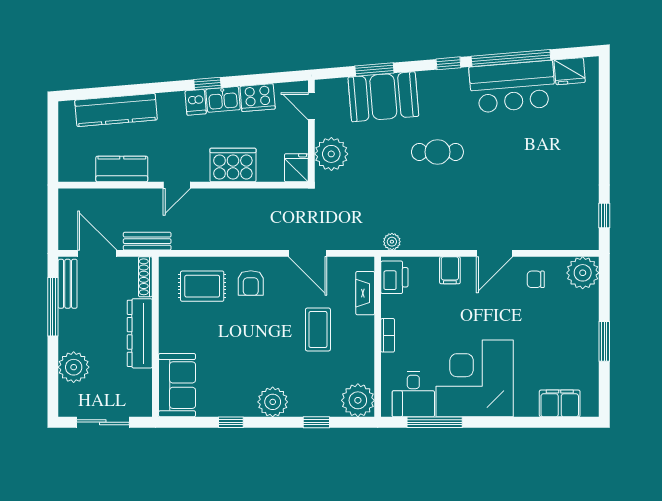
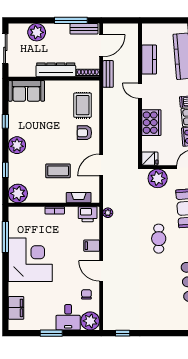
desk: (413, 394) -> (68, 317), moved, turned -90

